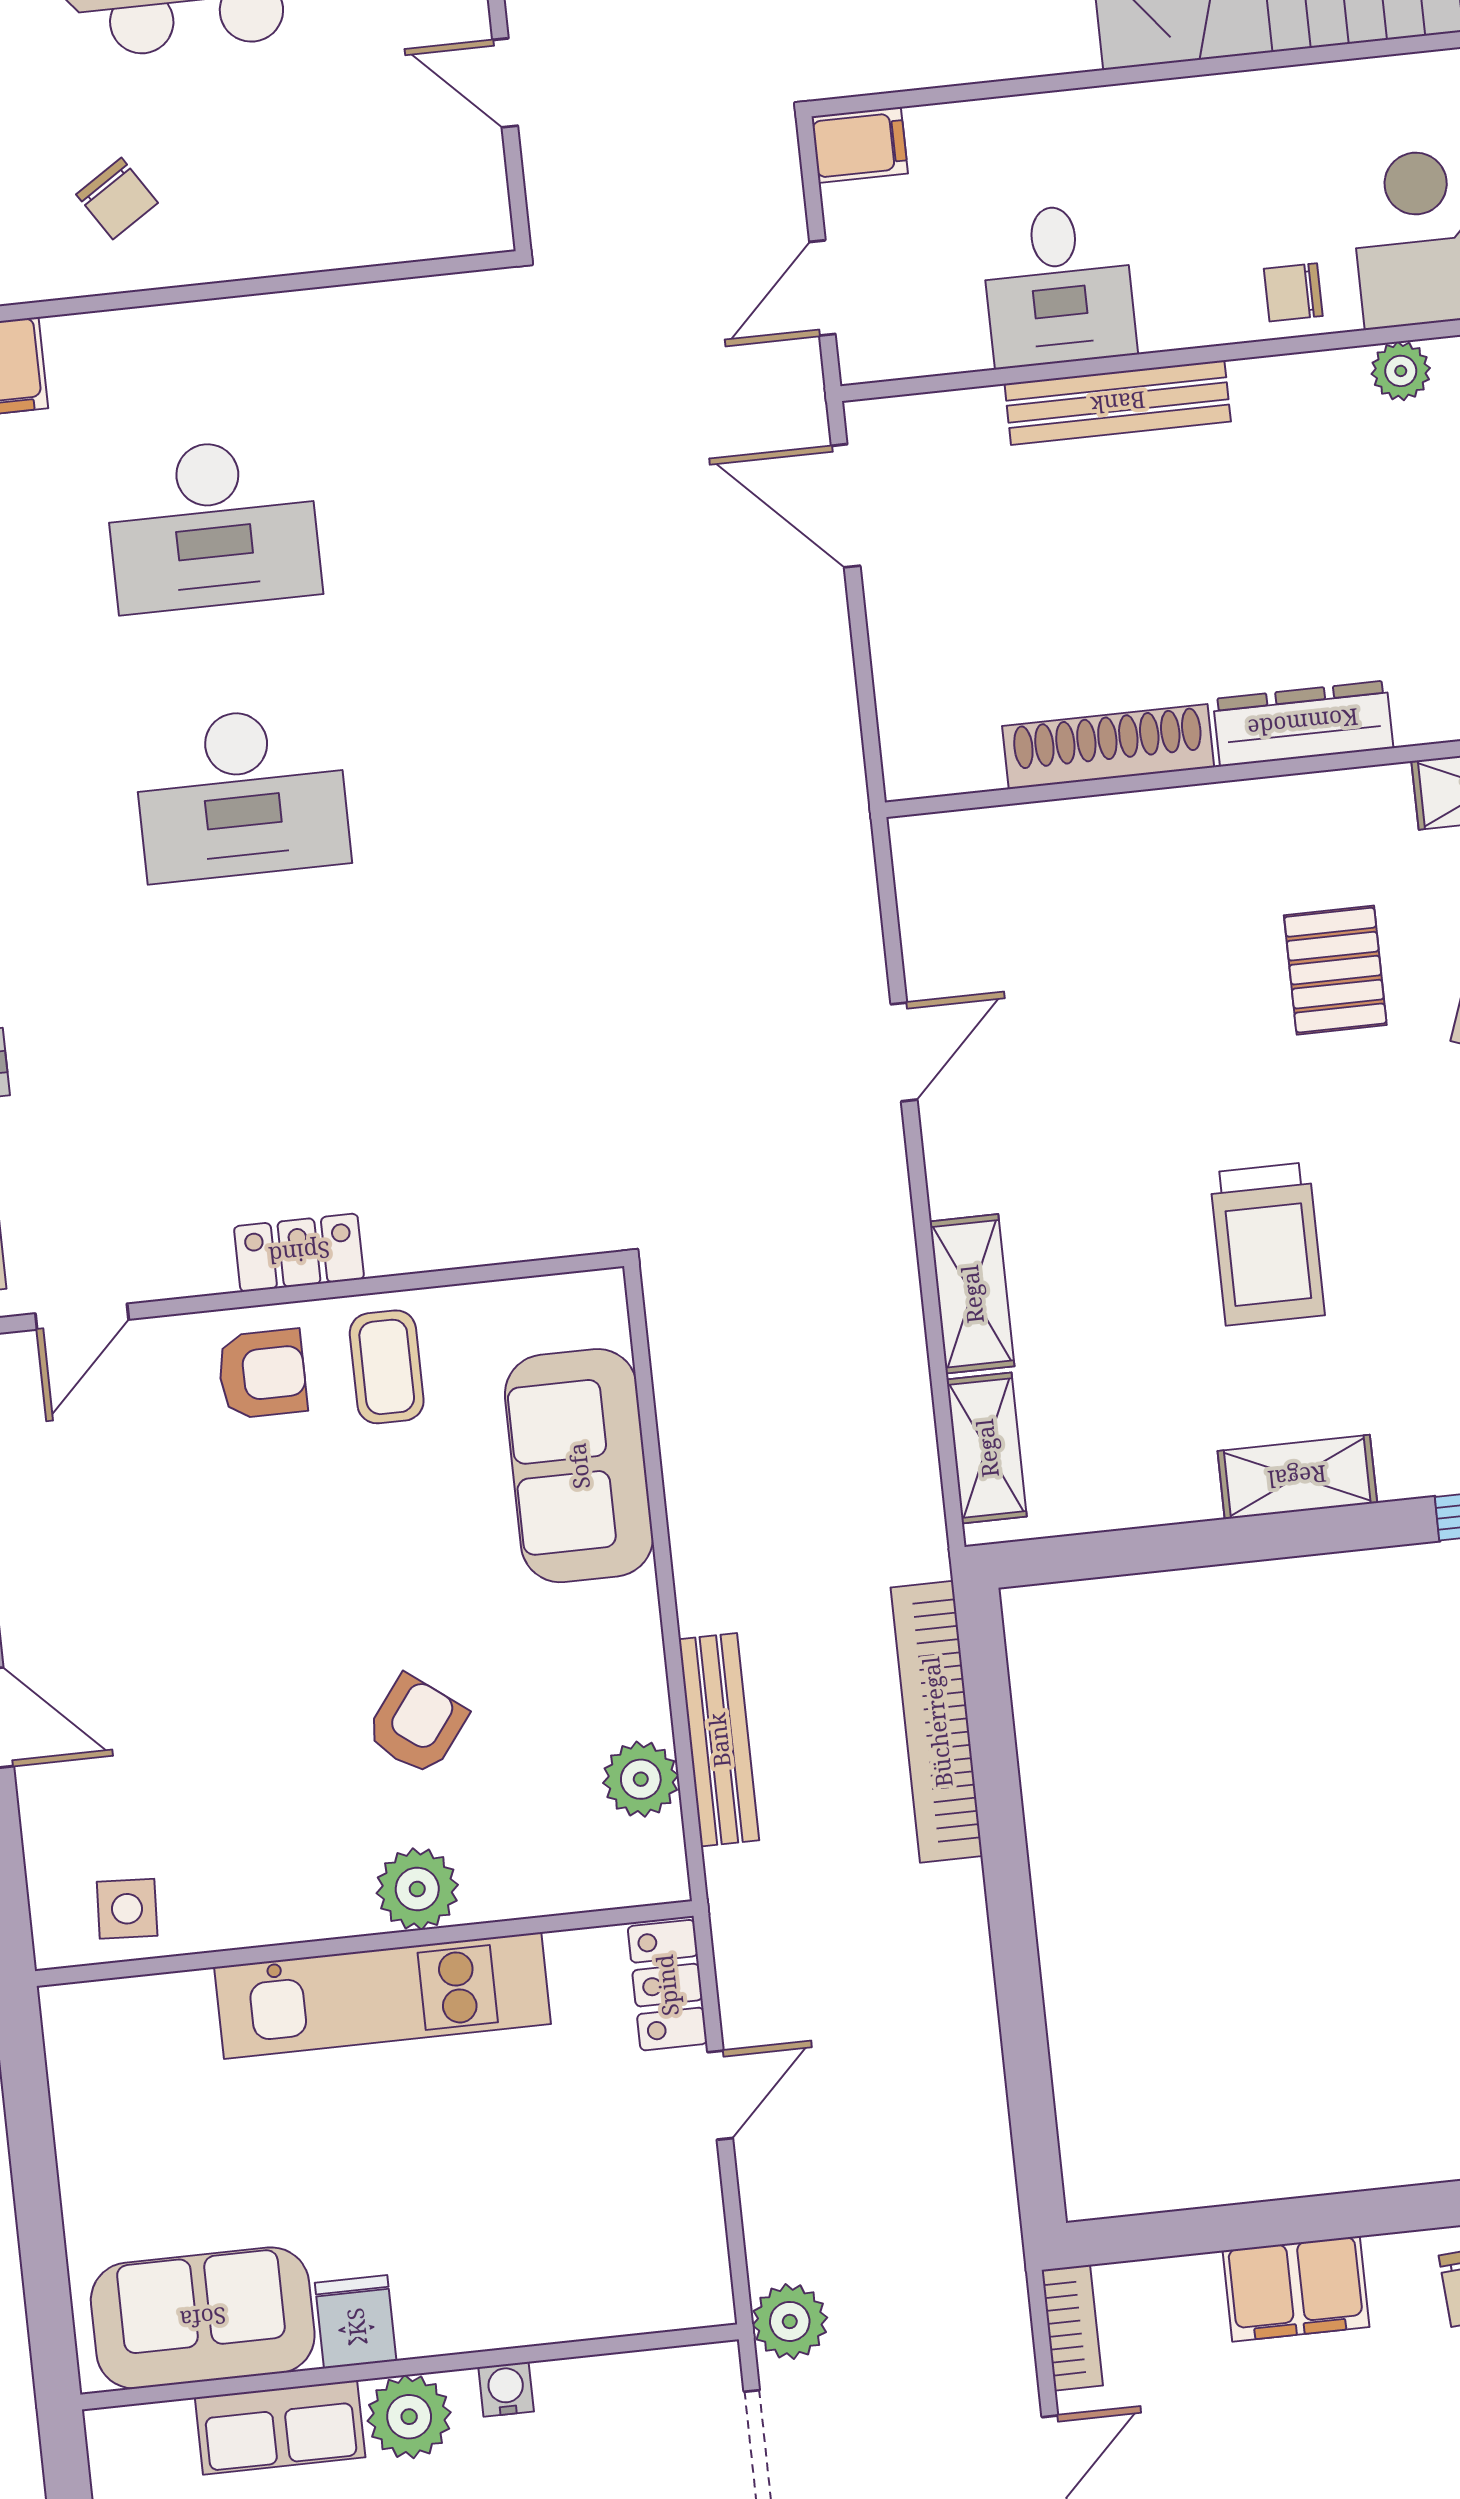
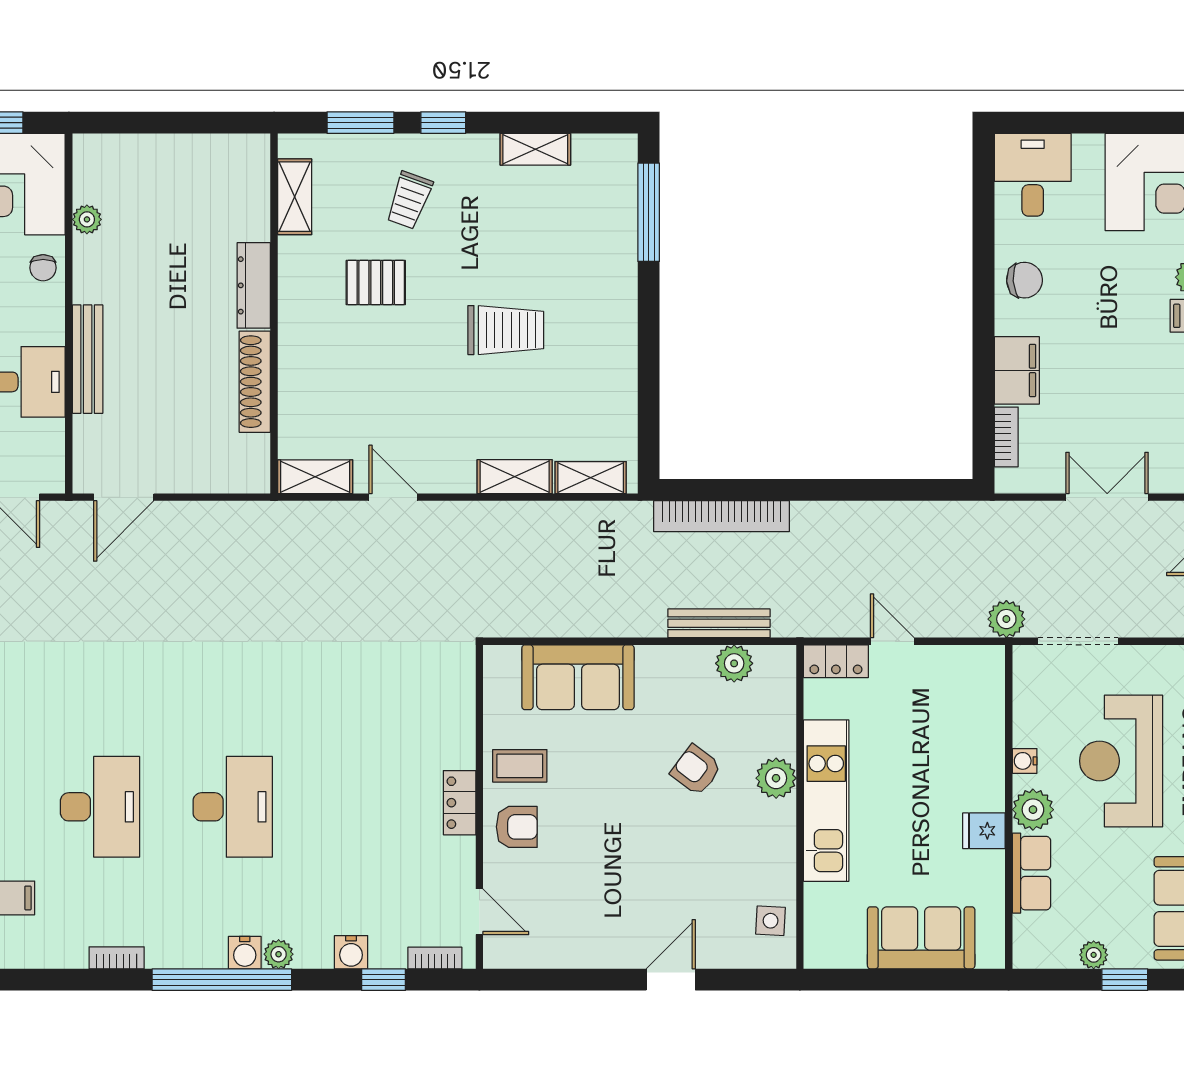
armchair: (262, 1374) -> (517, 827), turned 90
shelving: (1297, 1477) -> (315, 477), moved, turned 90
sofa: (203, 2318) -> (921, 938), moved, turned 90
bookcase: (1072, 2328) -> (1006, 437), moved, turned 90

